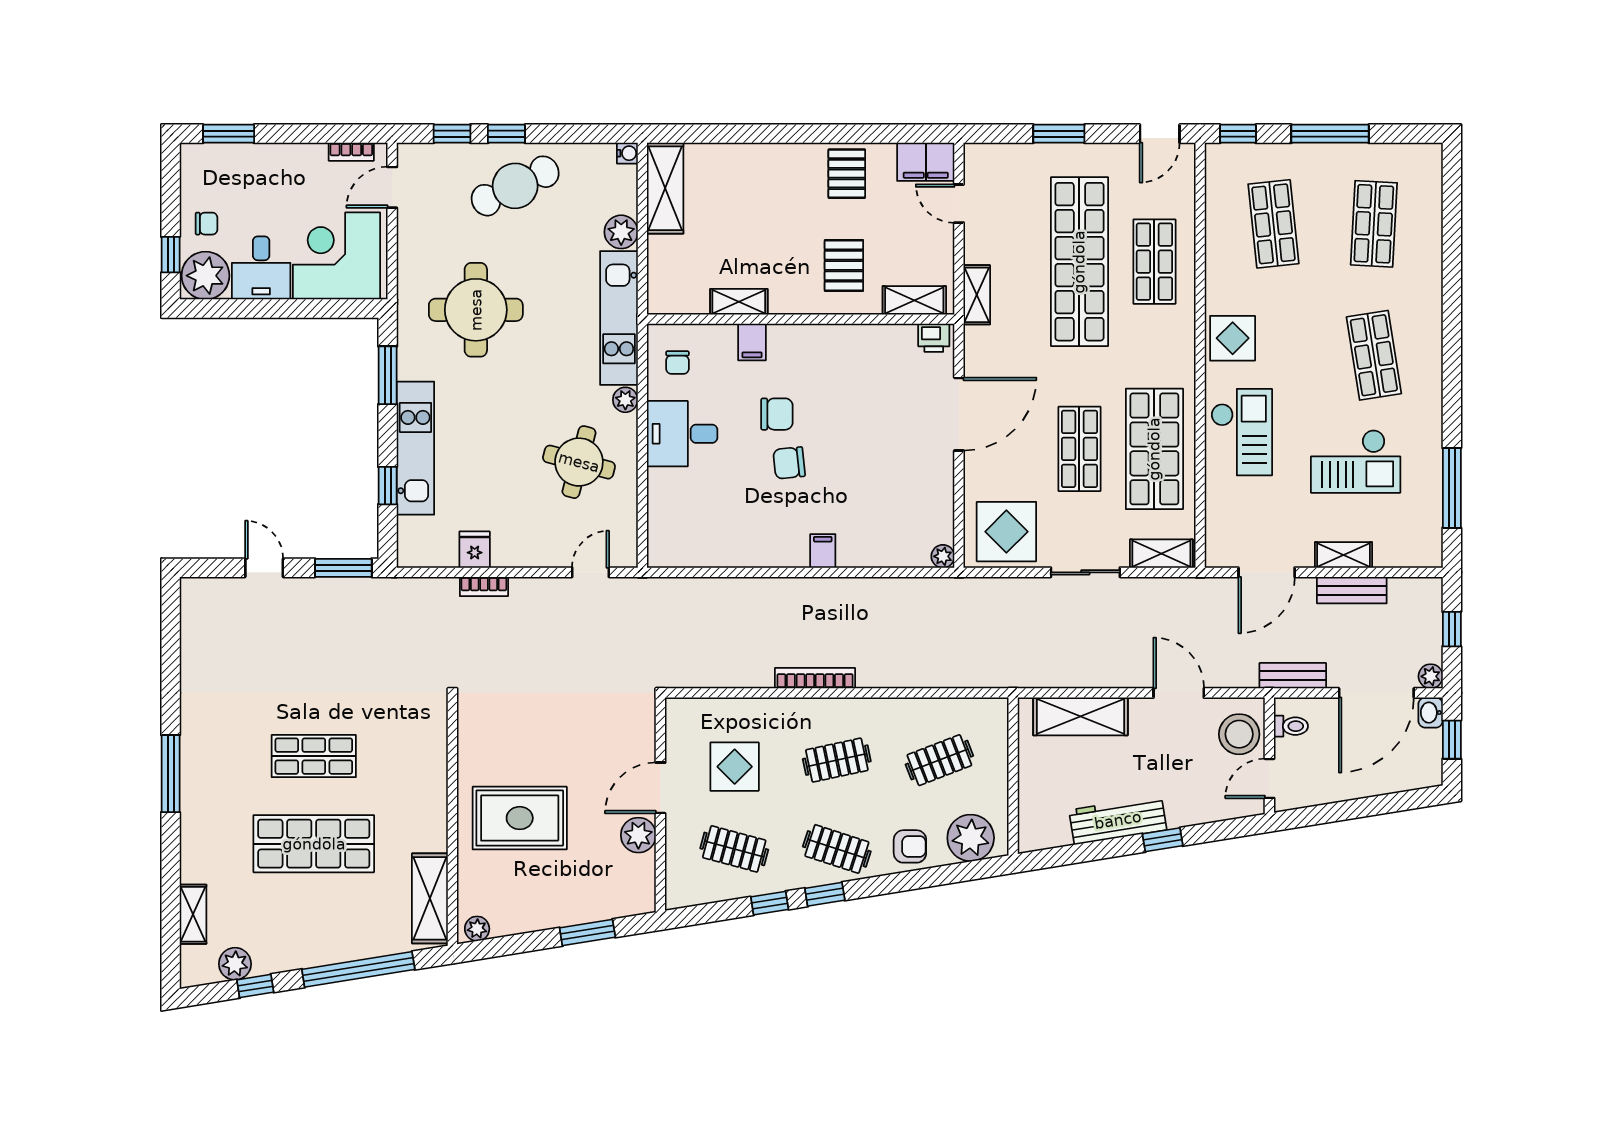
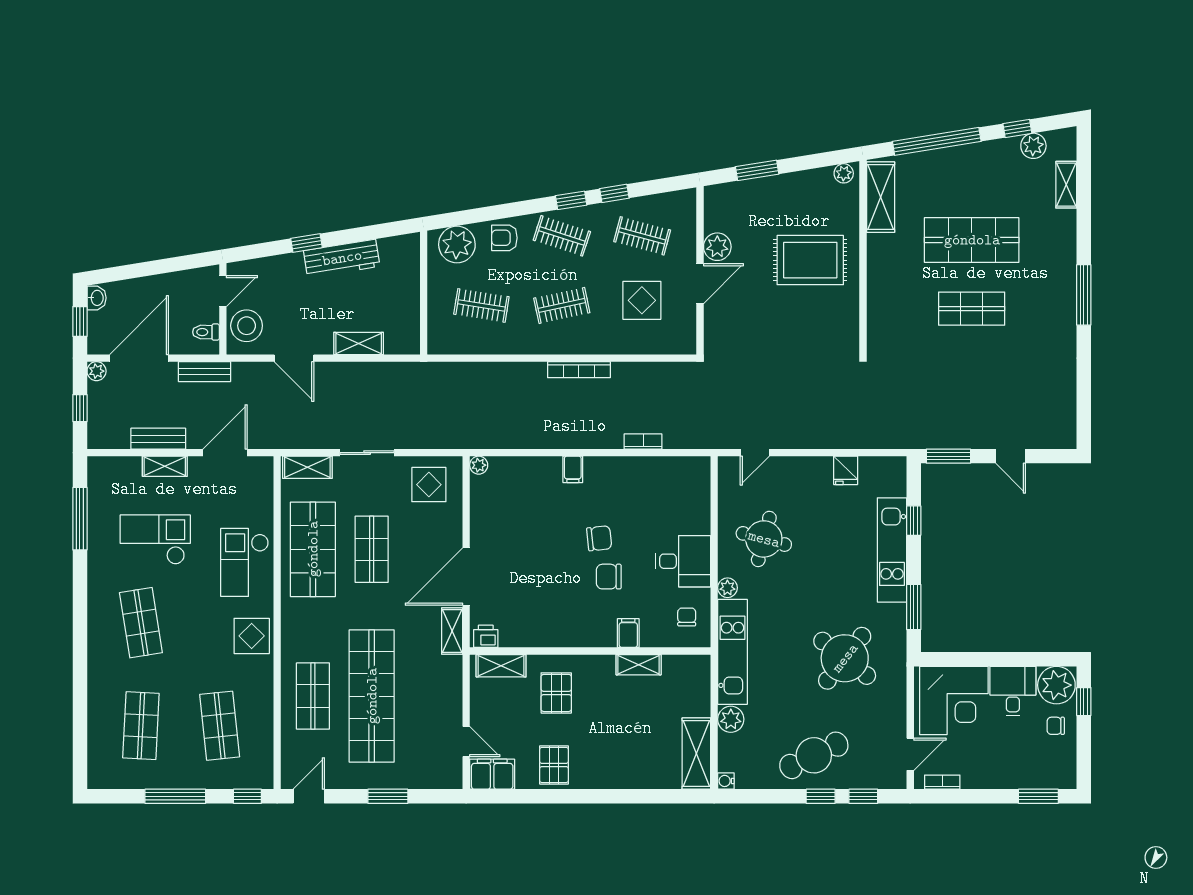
shelving: (977, 295) -> (452, 631), moved
round table: (476, 310) -> (845, 658), turned 38
display table: (1006, 532) -> (429, 485), width x0.73, depth x0.73
bookcase: (484, 586) -> (643, 441), moved
washbasin: (1431, 713) -> (97, 298), moved
shelving: (1080, 716) -> (359, 343), width x0.67, depth x0.75
clothes rail: (939, 760) -> (481, 305), turned 30

